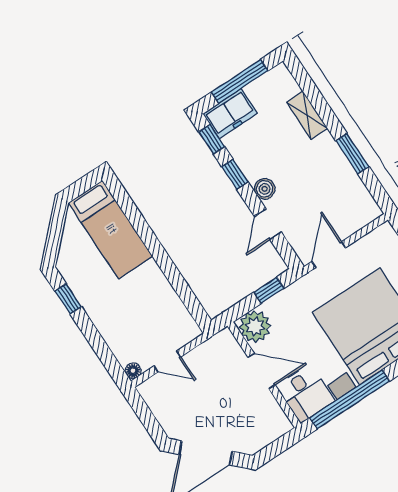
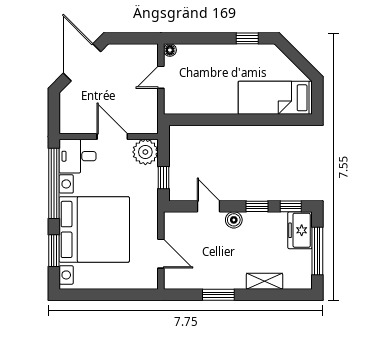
door: (329, 255) -> (161, 254), moved
door: (262, 371) -> (112, 136), swing flipped

